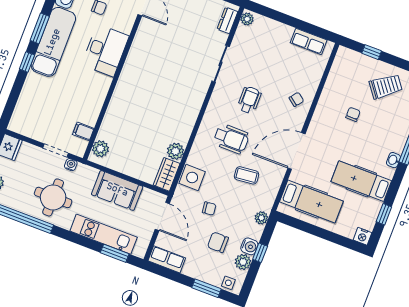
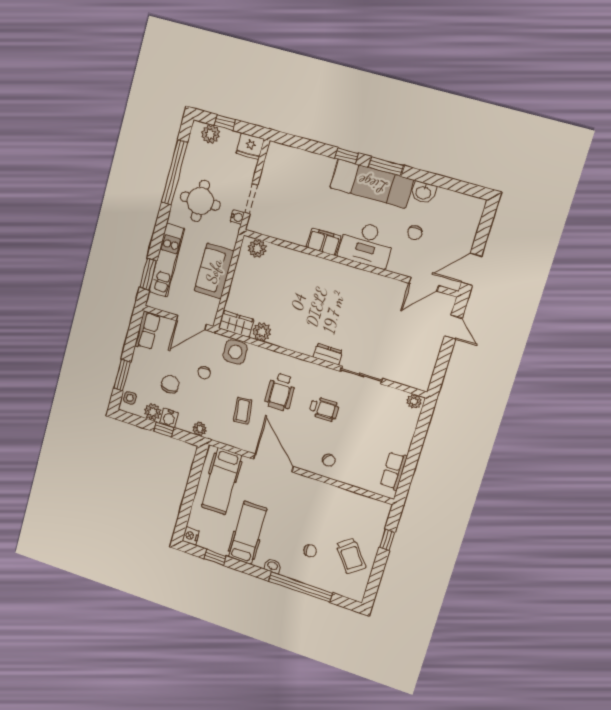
dresser: (227, 20) -> (328, 354), moved
chair: (353, 114) -> (310, 551), moved
filing cabinet: (83, 131) -> (324, 242), moved, width x2.00

